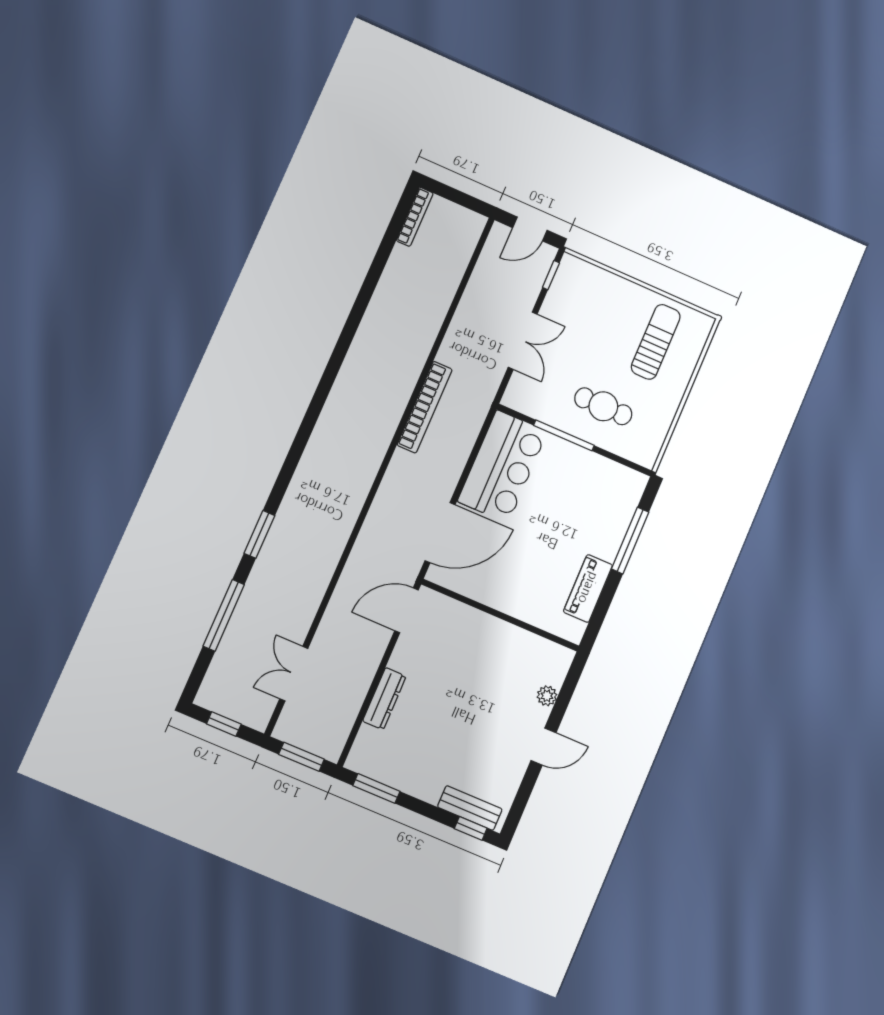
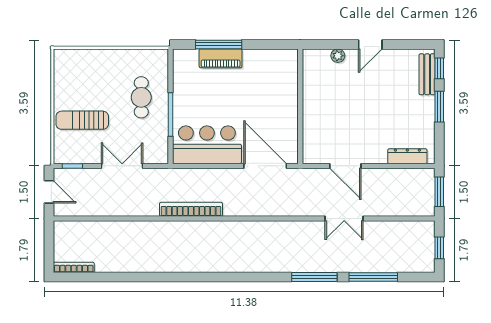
sun lounger: (656, 342) -> (82, 120), moved
window: (259, 534) -> (314, 277), width x1.44
piano: (588, 588) -> (221, 58), moved
door: (407, 610) -> (345, 166), moved
double door: (294, 674) -> (344, 219), moved
dresser: (384, 699) -> (407, 156), moved
door: (544, 747) -> (370, 44), swing flipped
window: (376, 788) -> (439, 107), moved

